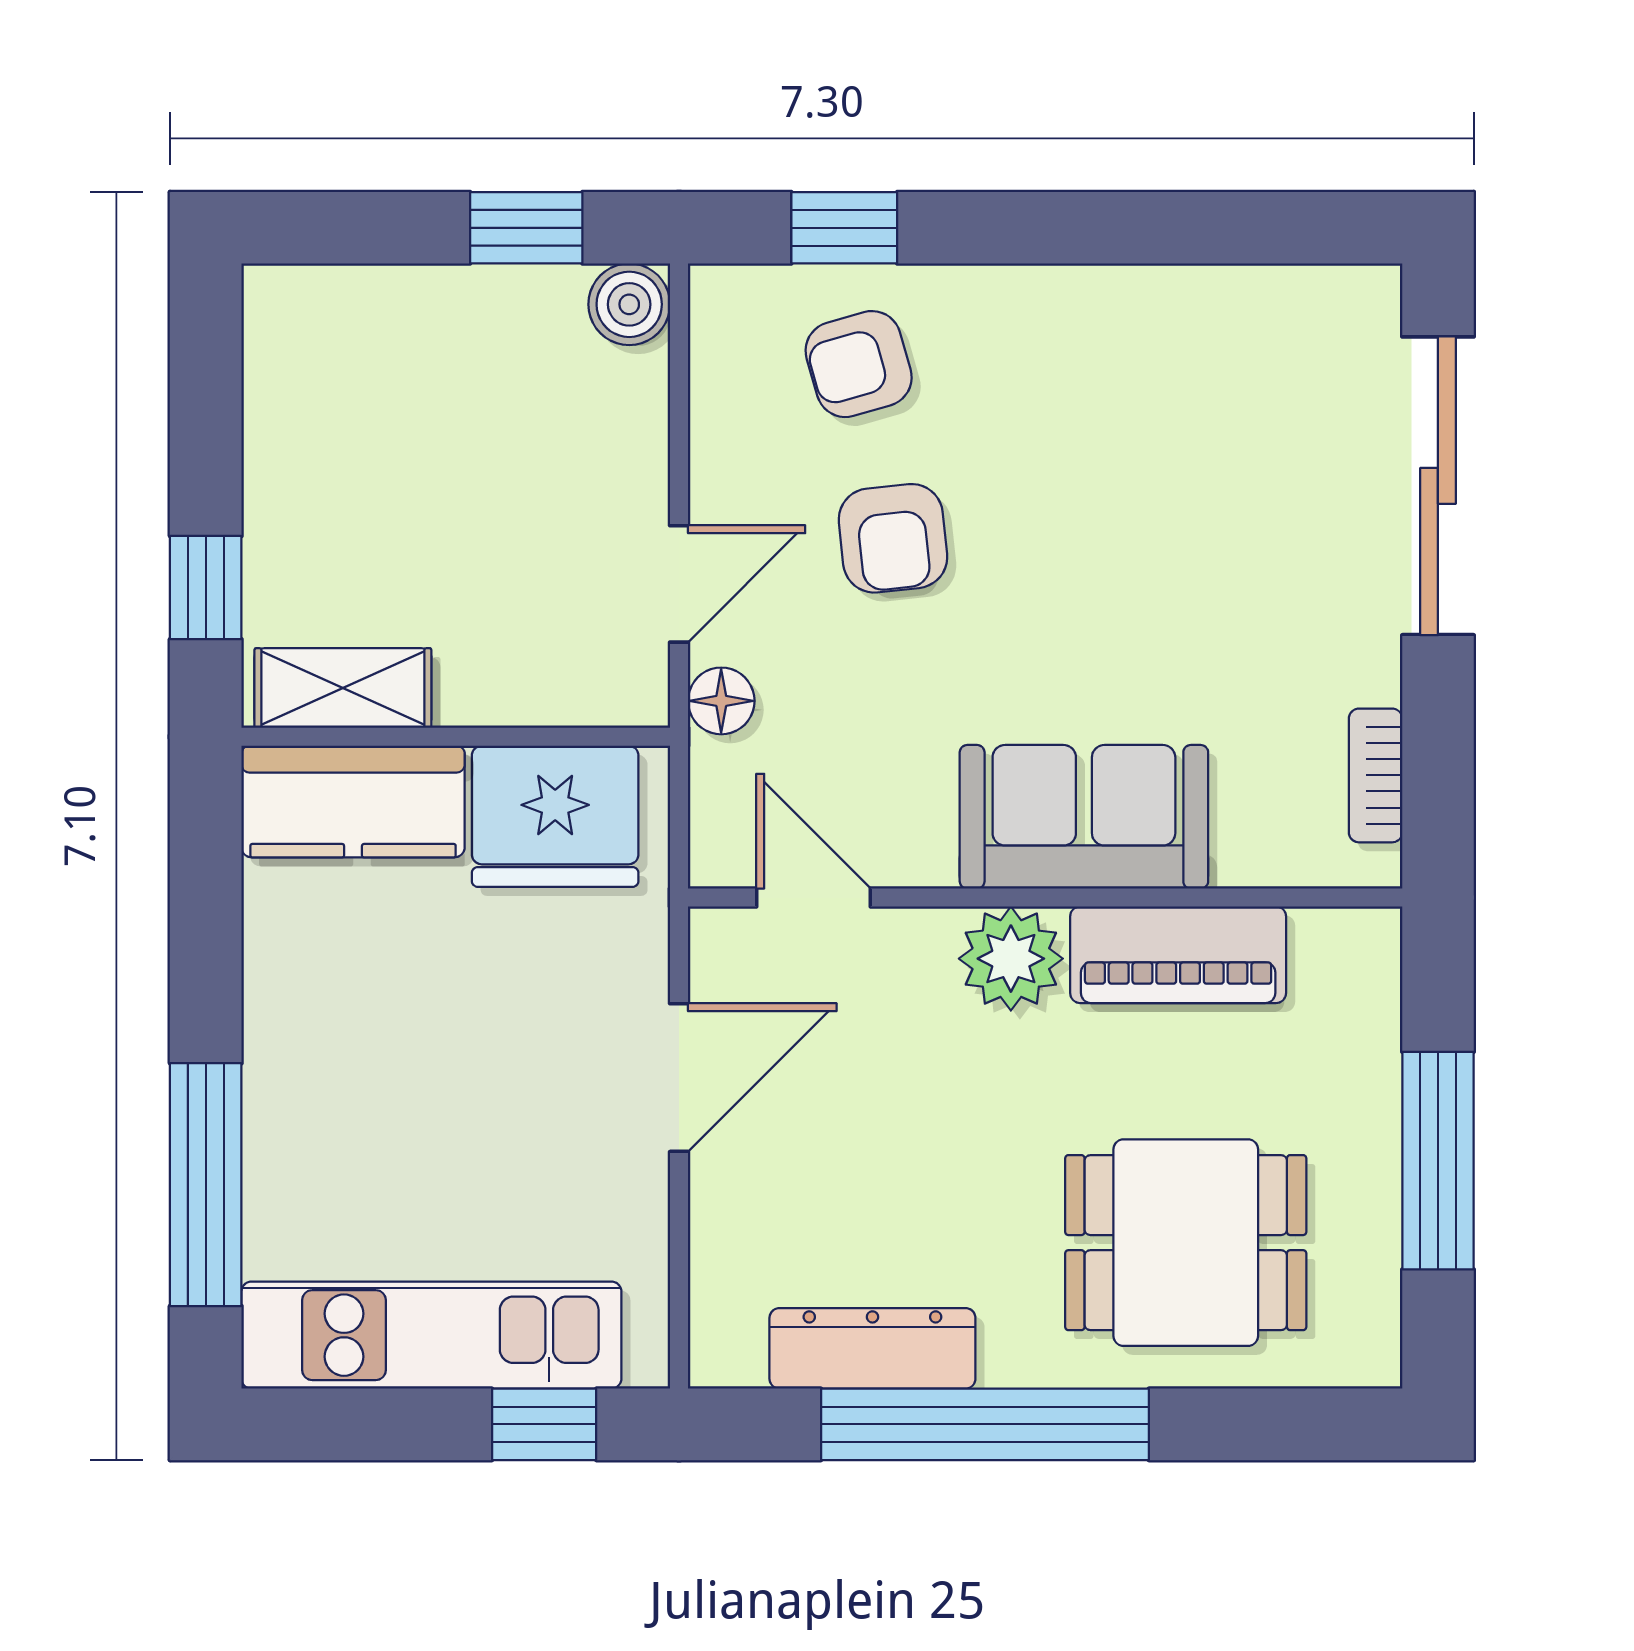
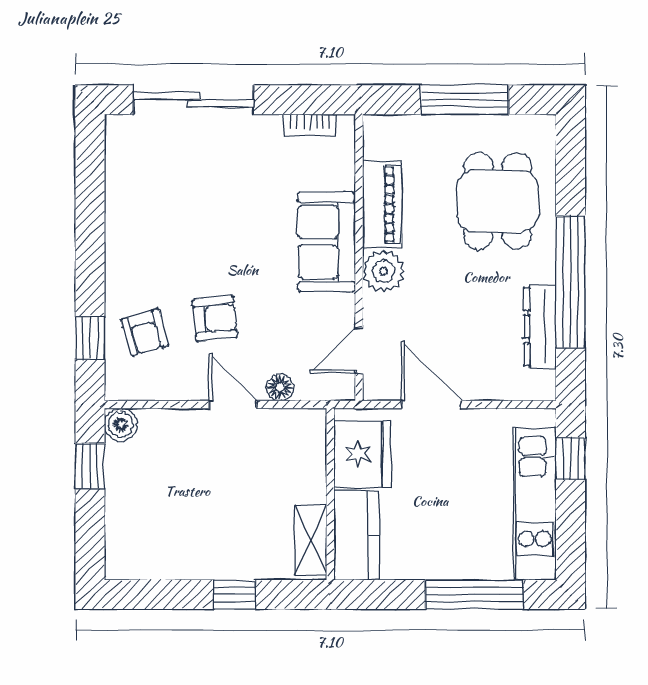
shelving: (343, 688) -> (311, 539), moved
wall: (456, 737) -> (330, 494), moved
kitchen counter: (353, 802) -> (356, 535), moved
fridge: (555, 816) -> (362, 454), moved

